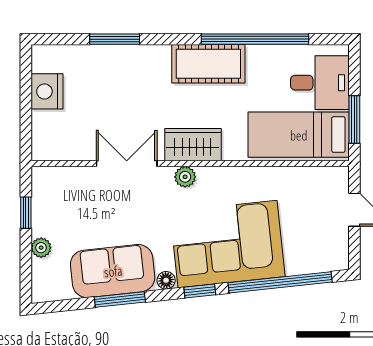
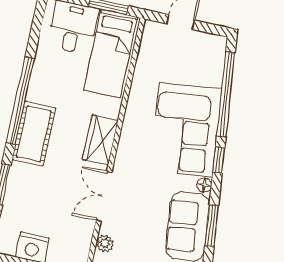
window: (255, 39) -> (20, 101), moved
cot: (208, 64) -> (34, 134), moved
plant: (185, 177) -> (105, 243), moved

